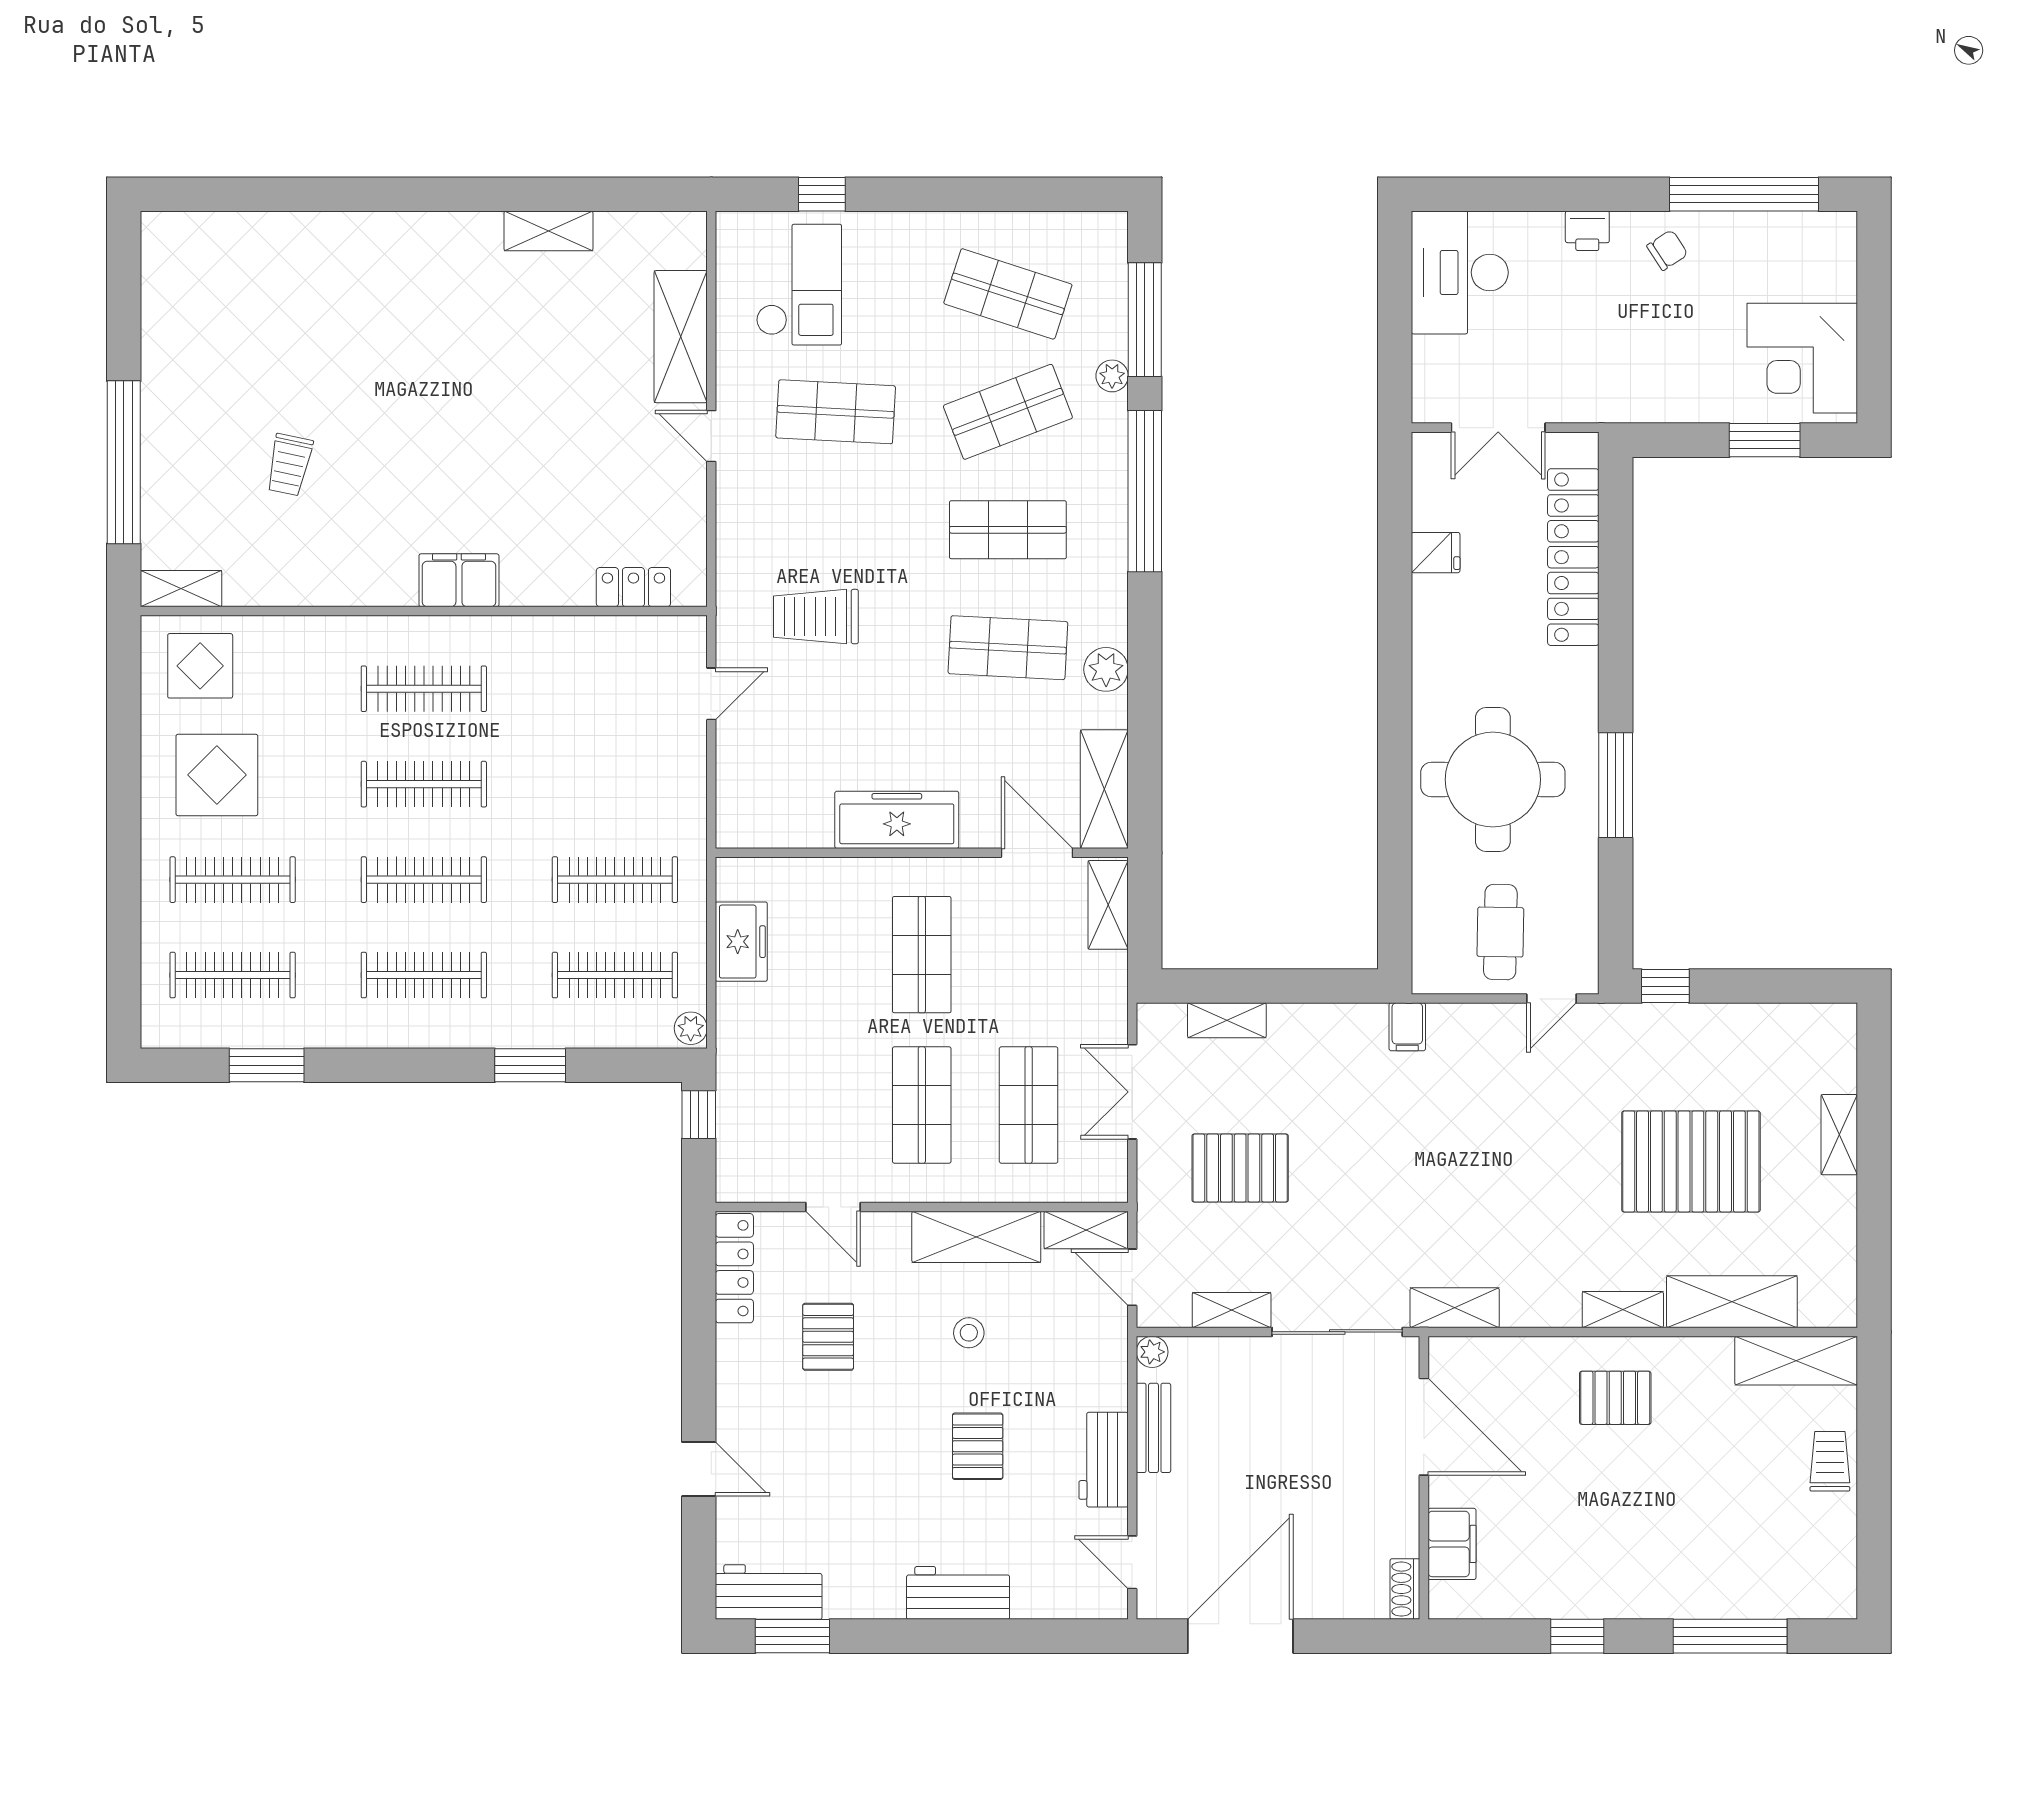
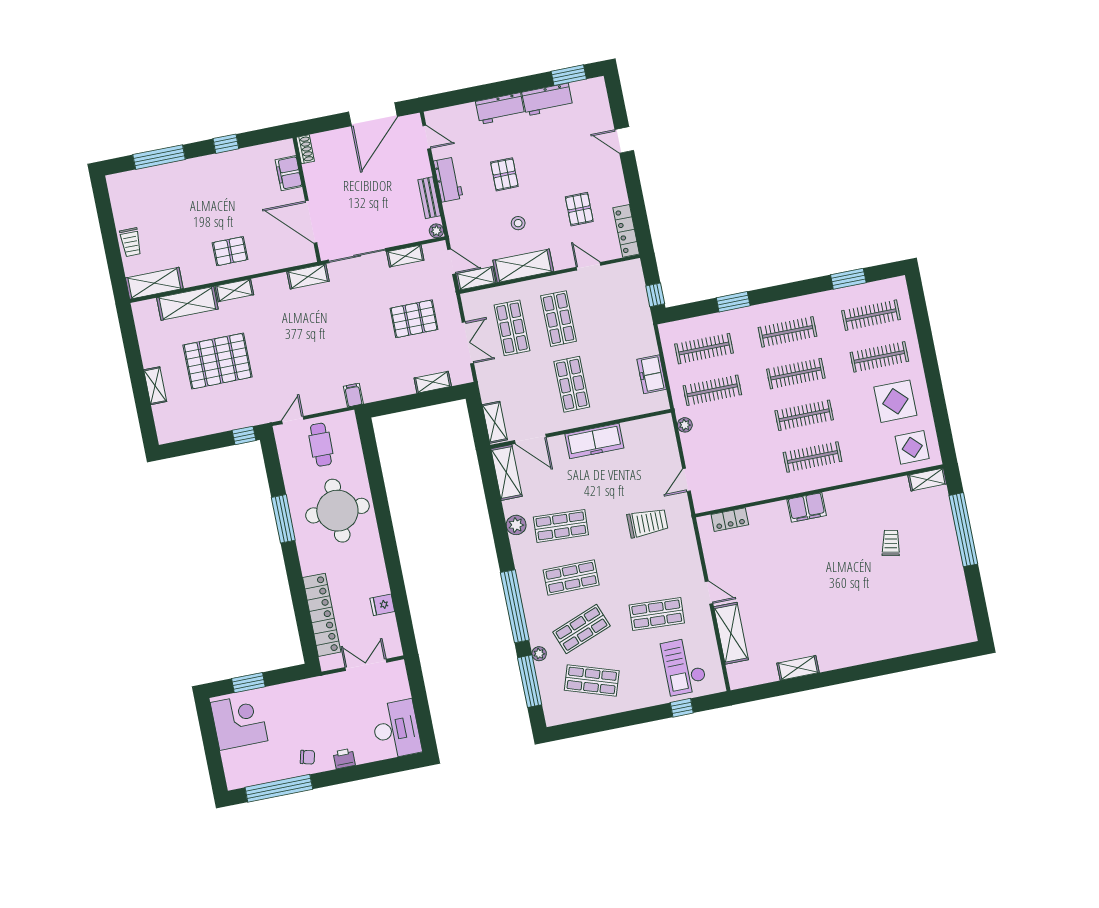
chair: (1667, 250) -> (307, 757), turned -133
plant: (691, 1028) -> (685, 425), moved
workbench: (769, 1592) -> (547, 100), moved

